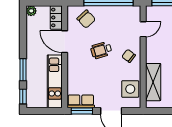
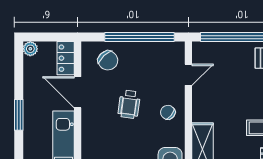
wheelchair: (101, 50) -> (129, 104), turned -66
window: (23, 70) -> (19, 115), moved

